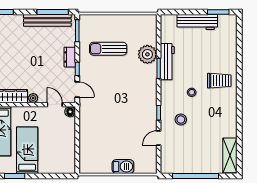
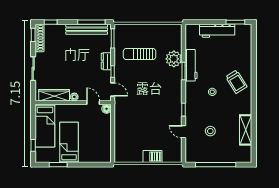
trolley: (219, 81) -> (236, 82), turned 58
stool: (181, 120) -> (210, 131), moved
door: (159, 138) -> (183, 132), hinge flipped
shelving: (230, 155) -> (246, 130), moved

